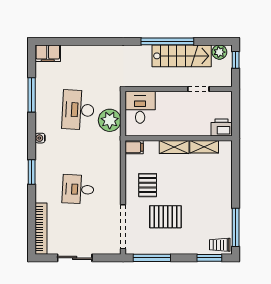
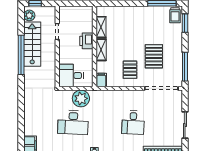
printer: (222, 128) -> (86, 41), moved
pallet: (148, 185) -> (130, 70), turned 90

